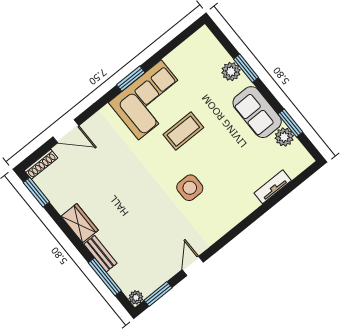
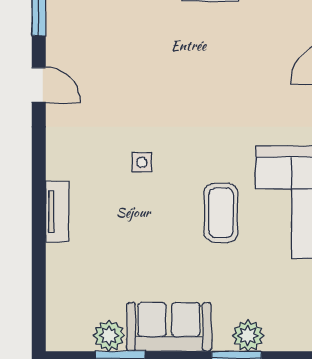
tv unit: (273, 187) -> (57, 212), moved
side table: (190, 188) -> (142, 162), width x0.54, depth x0.54

